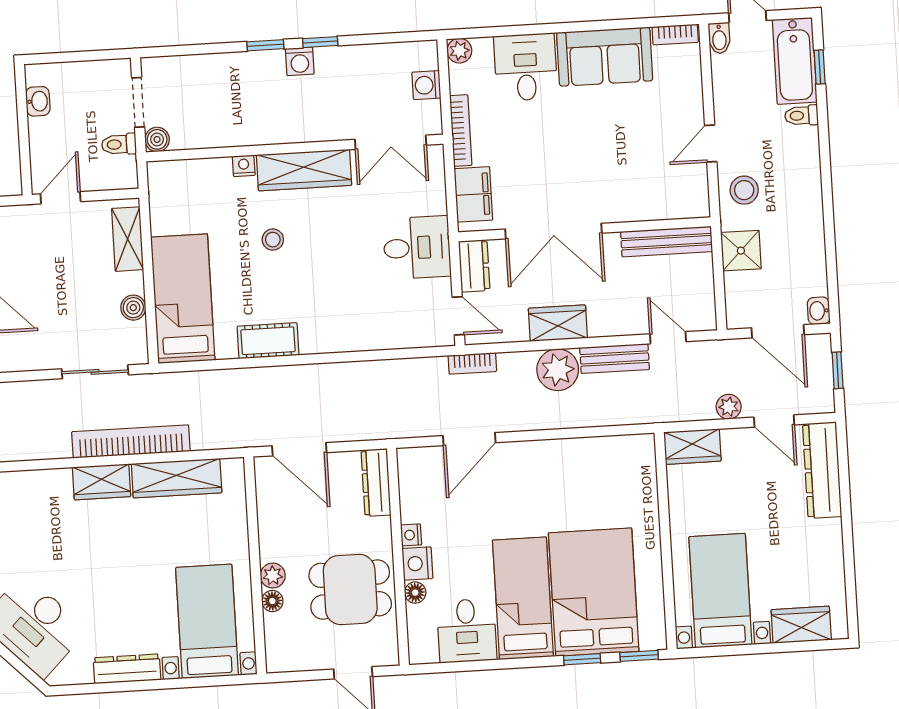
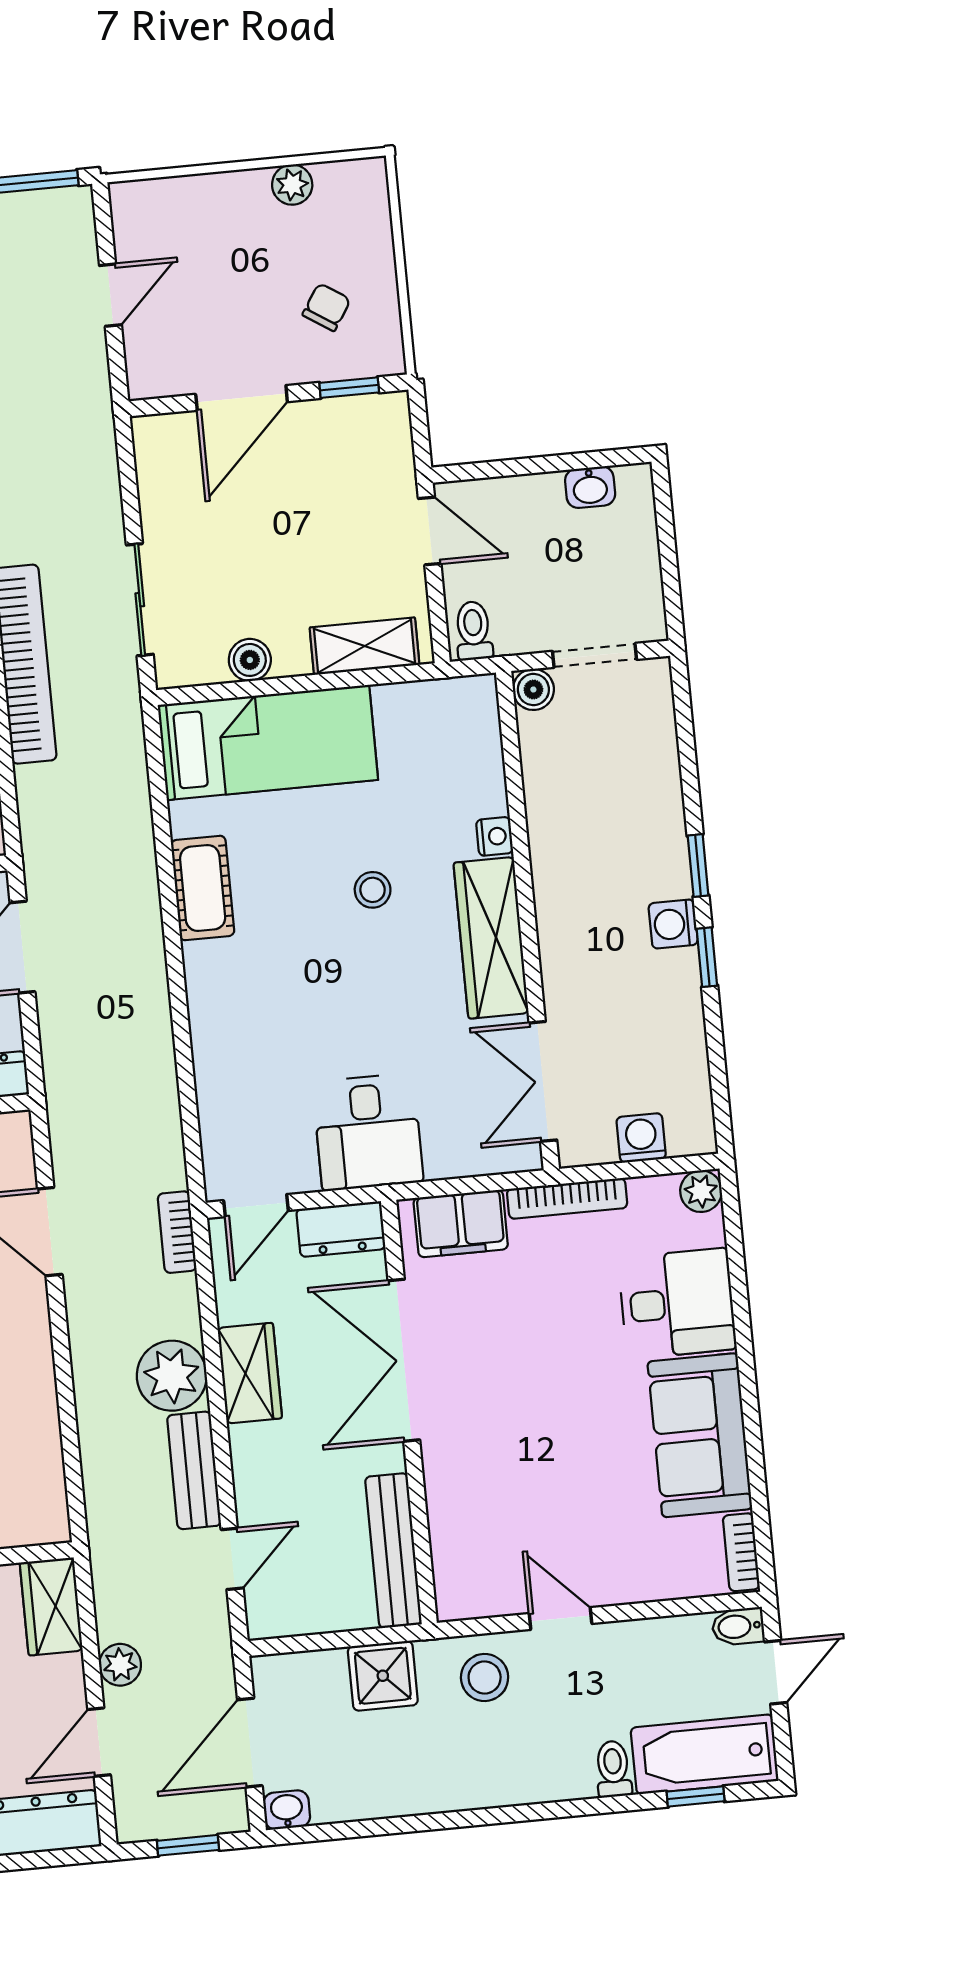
toilet: (119, 144) -> (473, 631), moved

